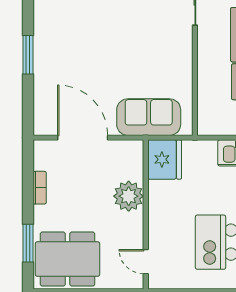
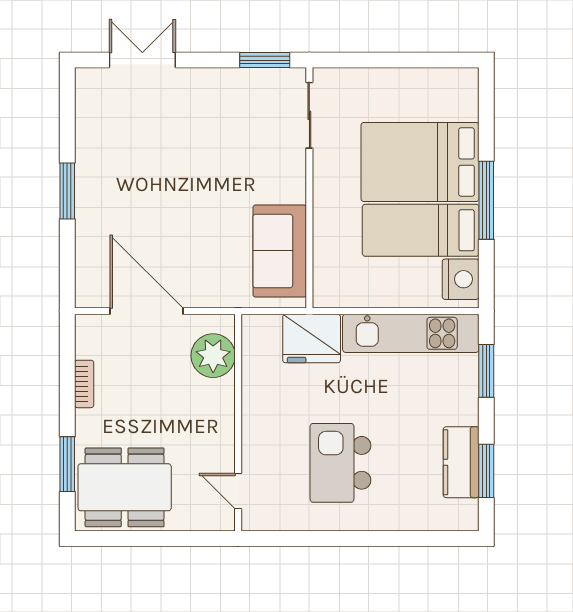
sofa: (149, 117) -> (280, 251), moved, turned -90
fridge: (165, 159) -> (312, 339), moved, turned 90
plant: (129, 196) -> (213, 356), moved

